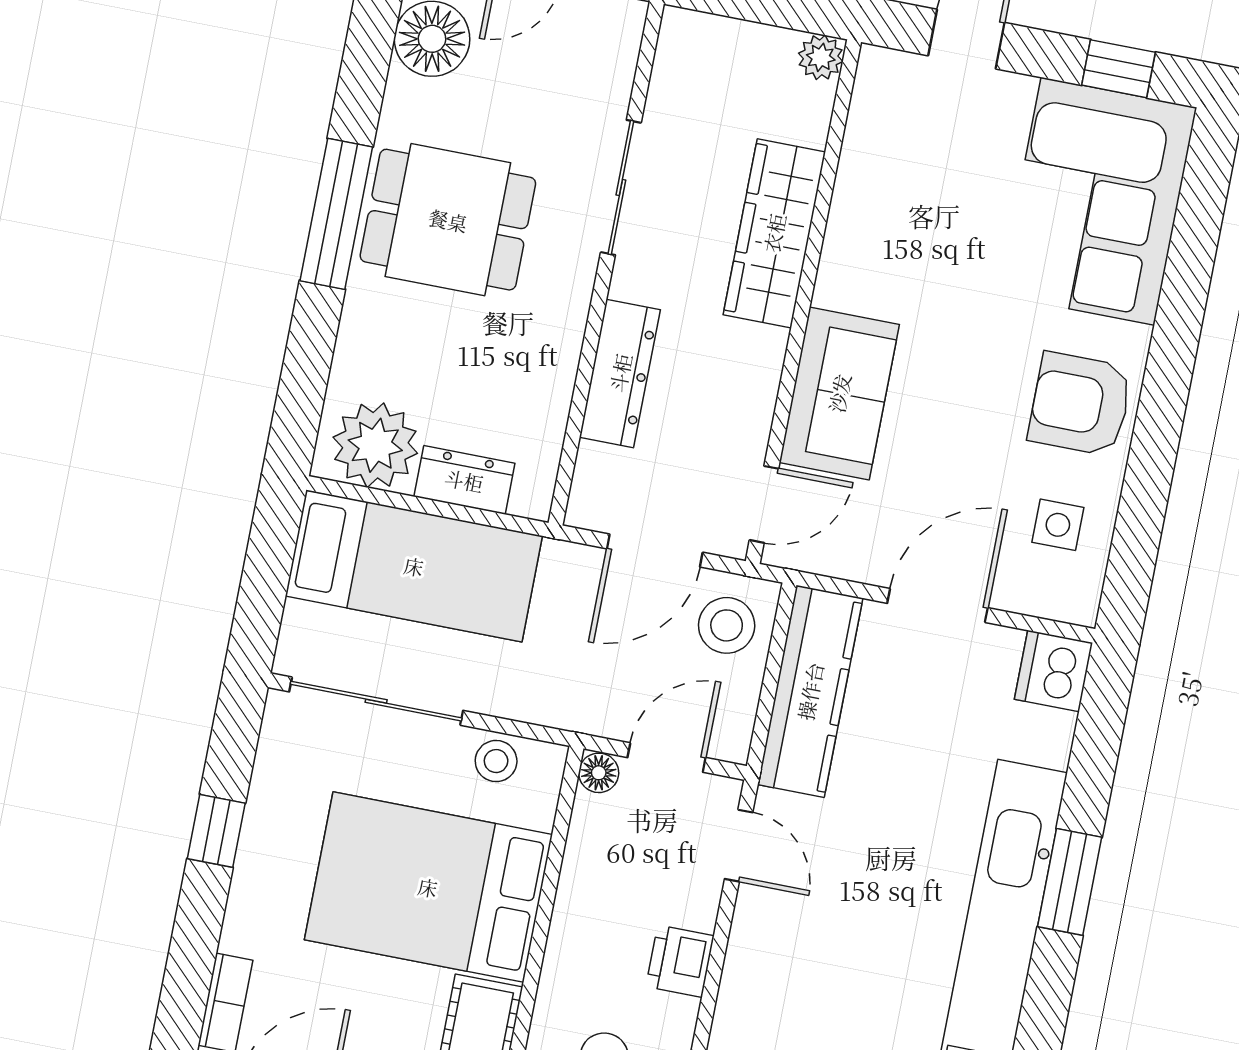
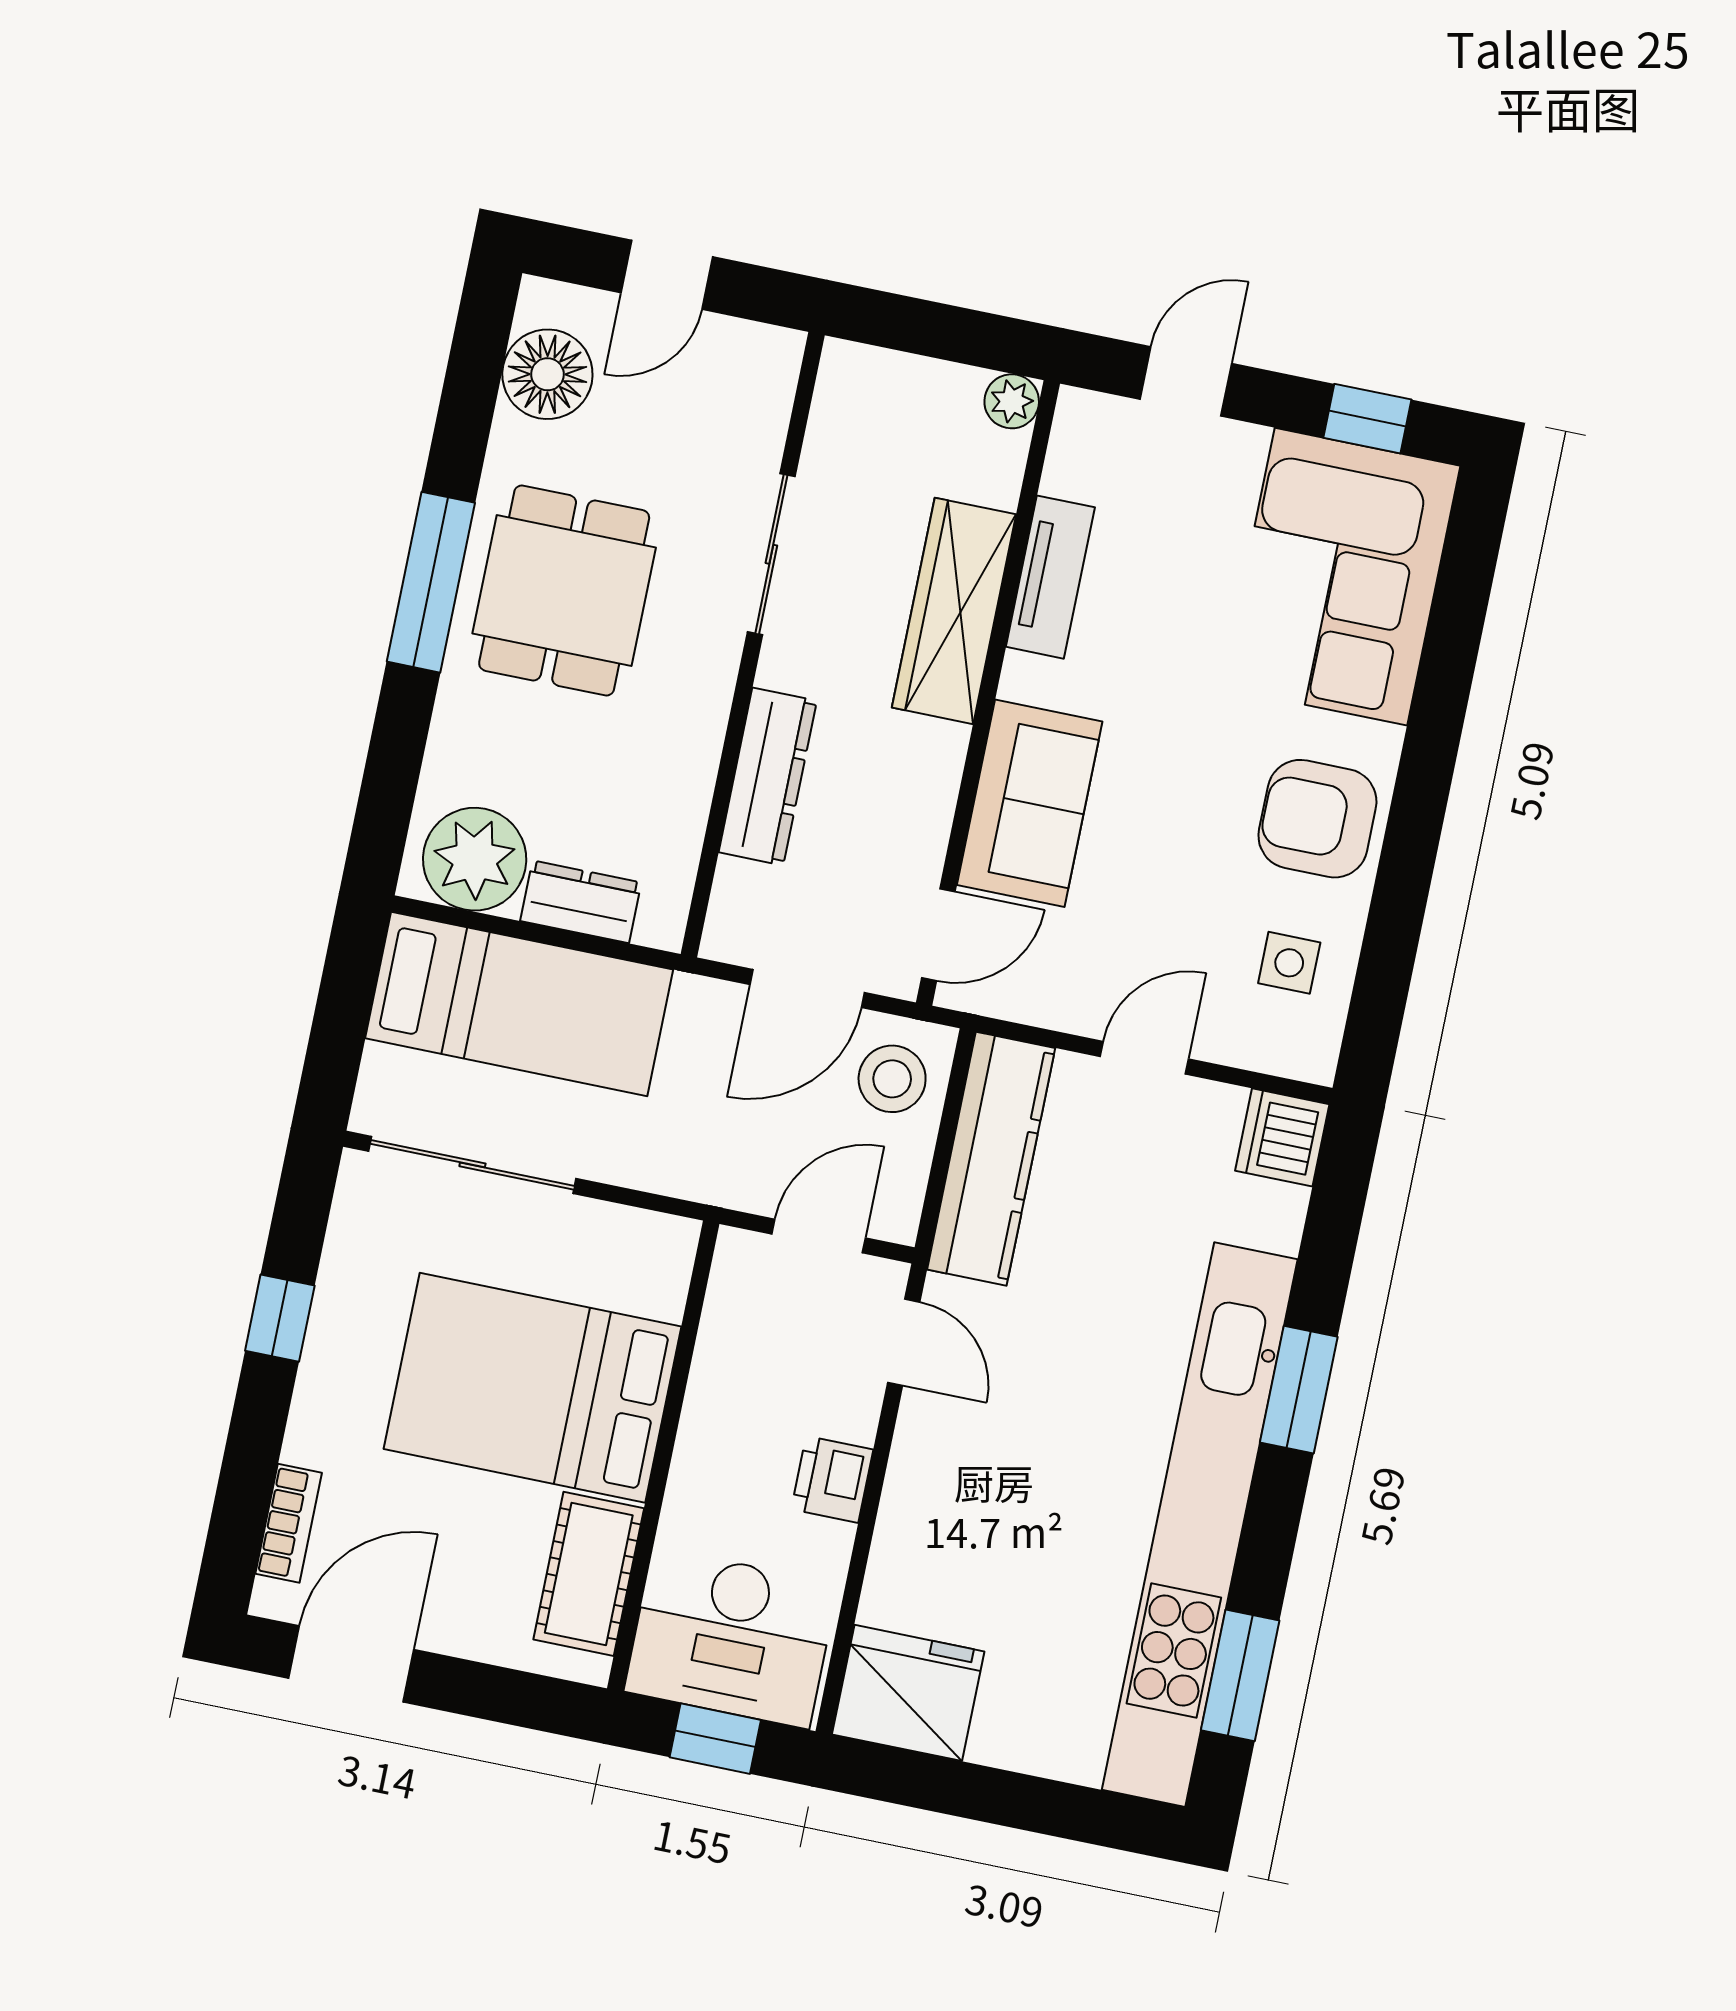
tv unit: (855, 204) -> (1050, 577), added
dining table: (448, 220) -> (564, 591), turned 90
door: (938, 606) -> (1144, 1058), width x0.73
stool: (496, 761) -> (615, 1238), removed
floor lamp: (599, 773) -> (737, 1253), removed

